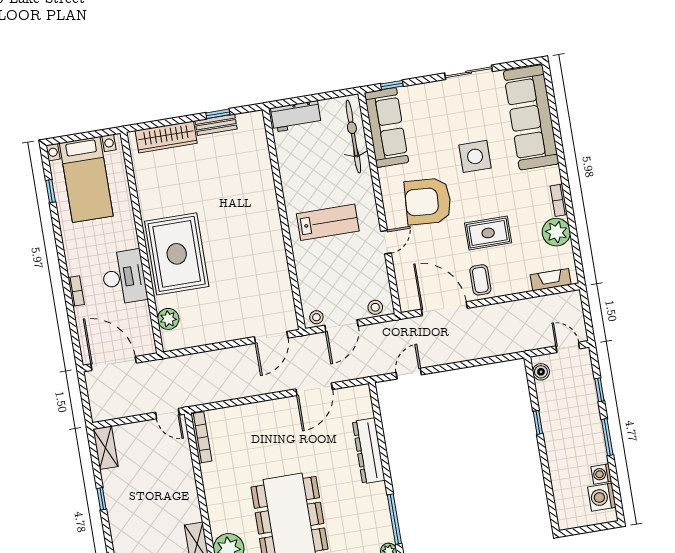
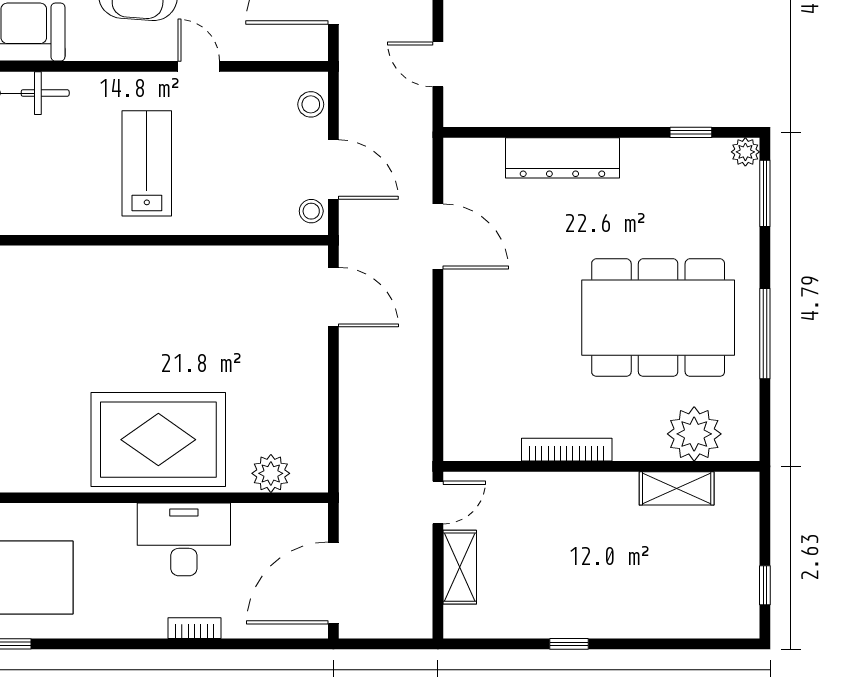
bookcase: (201, 437) -> (567, 450), moved
shelving: (106, 448) -> (460, 567), moved, turned 90
window: (394, 519) -> (691, 132), width x0.46

